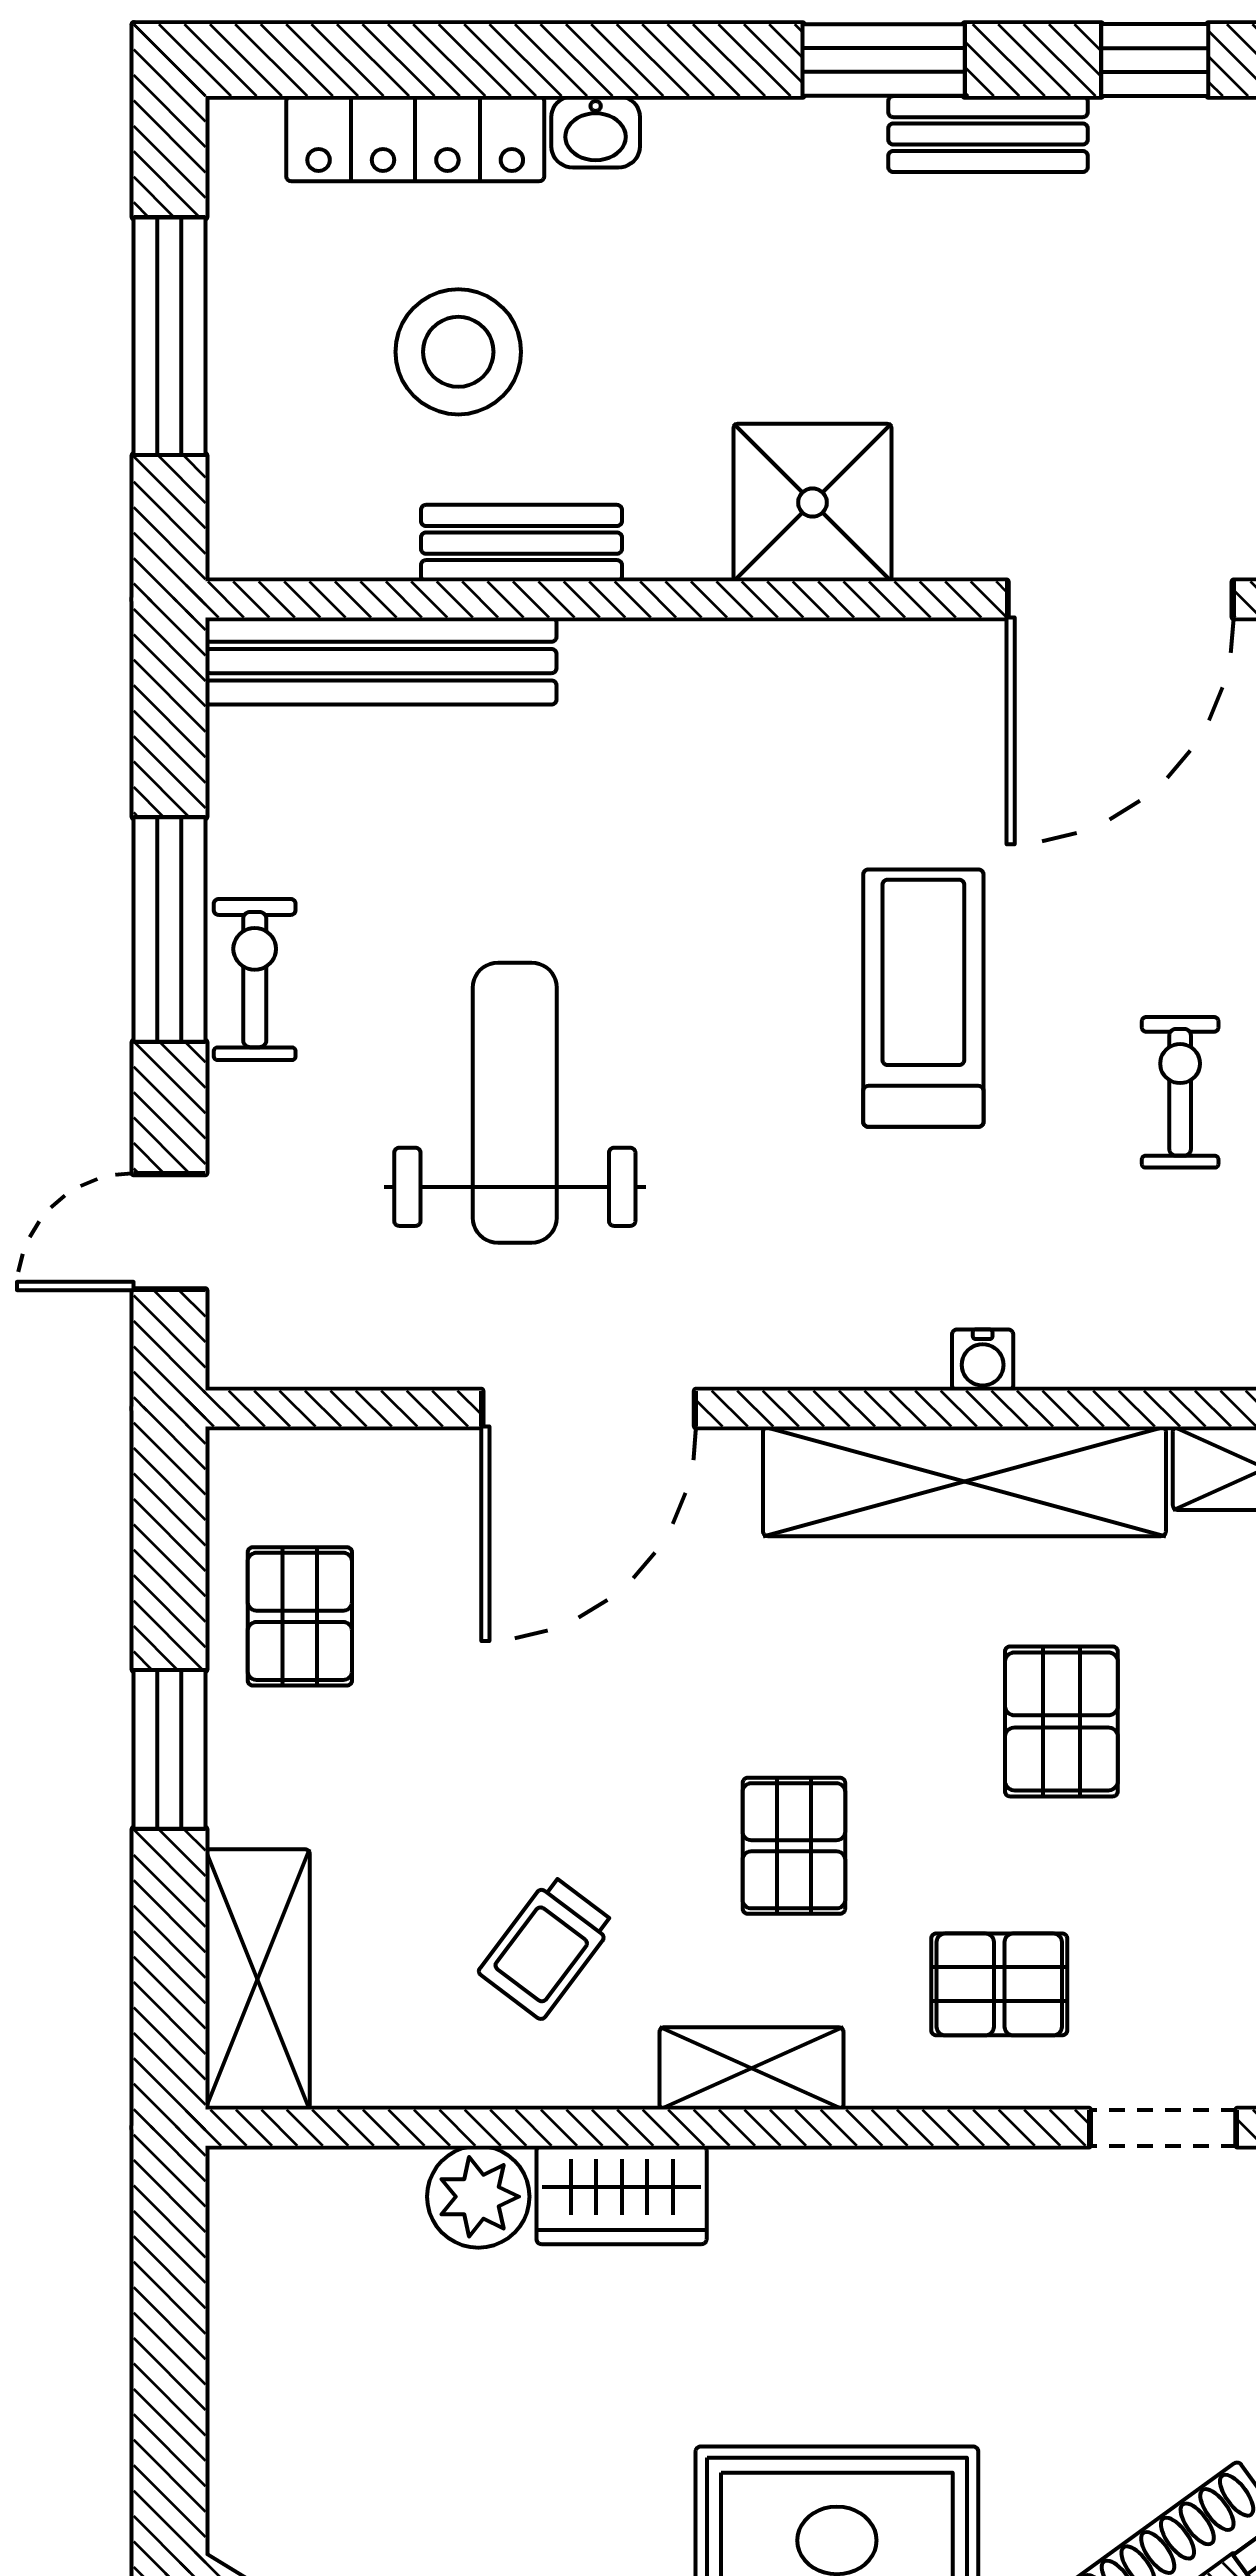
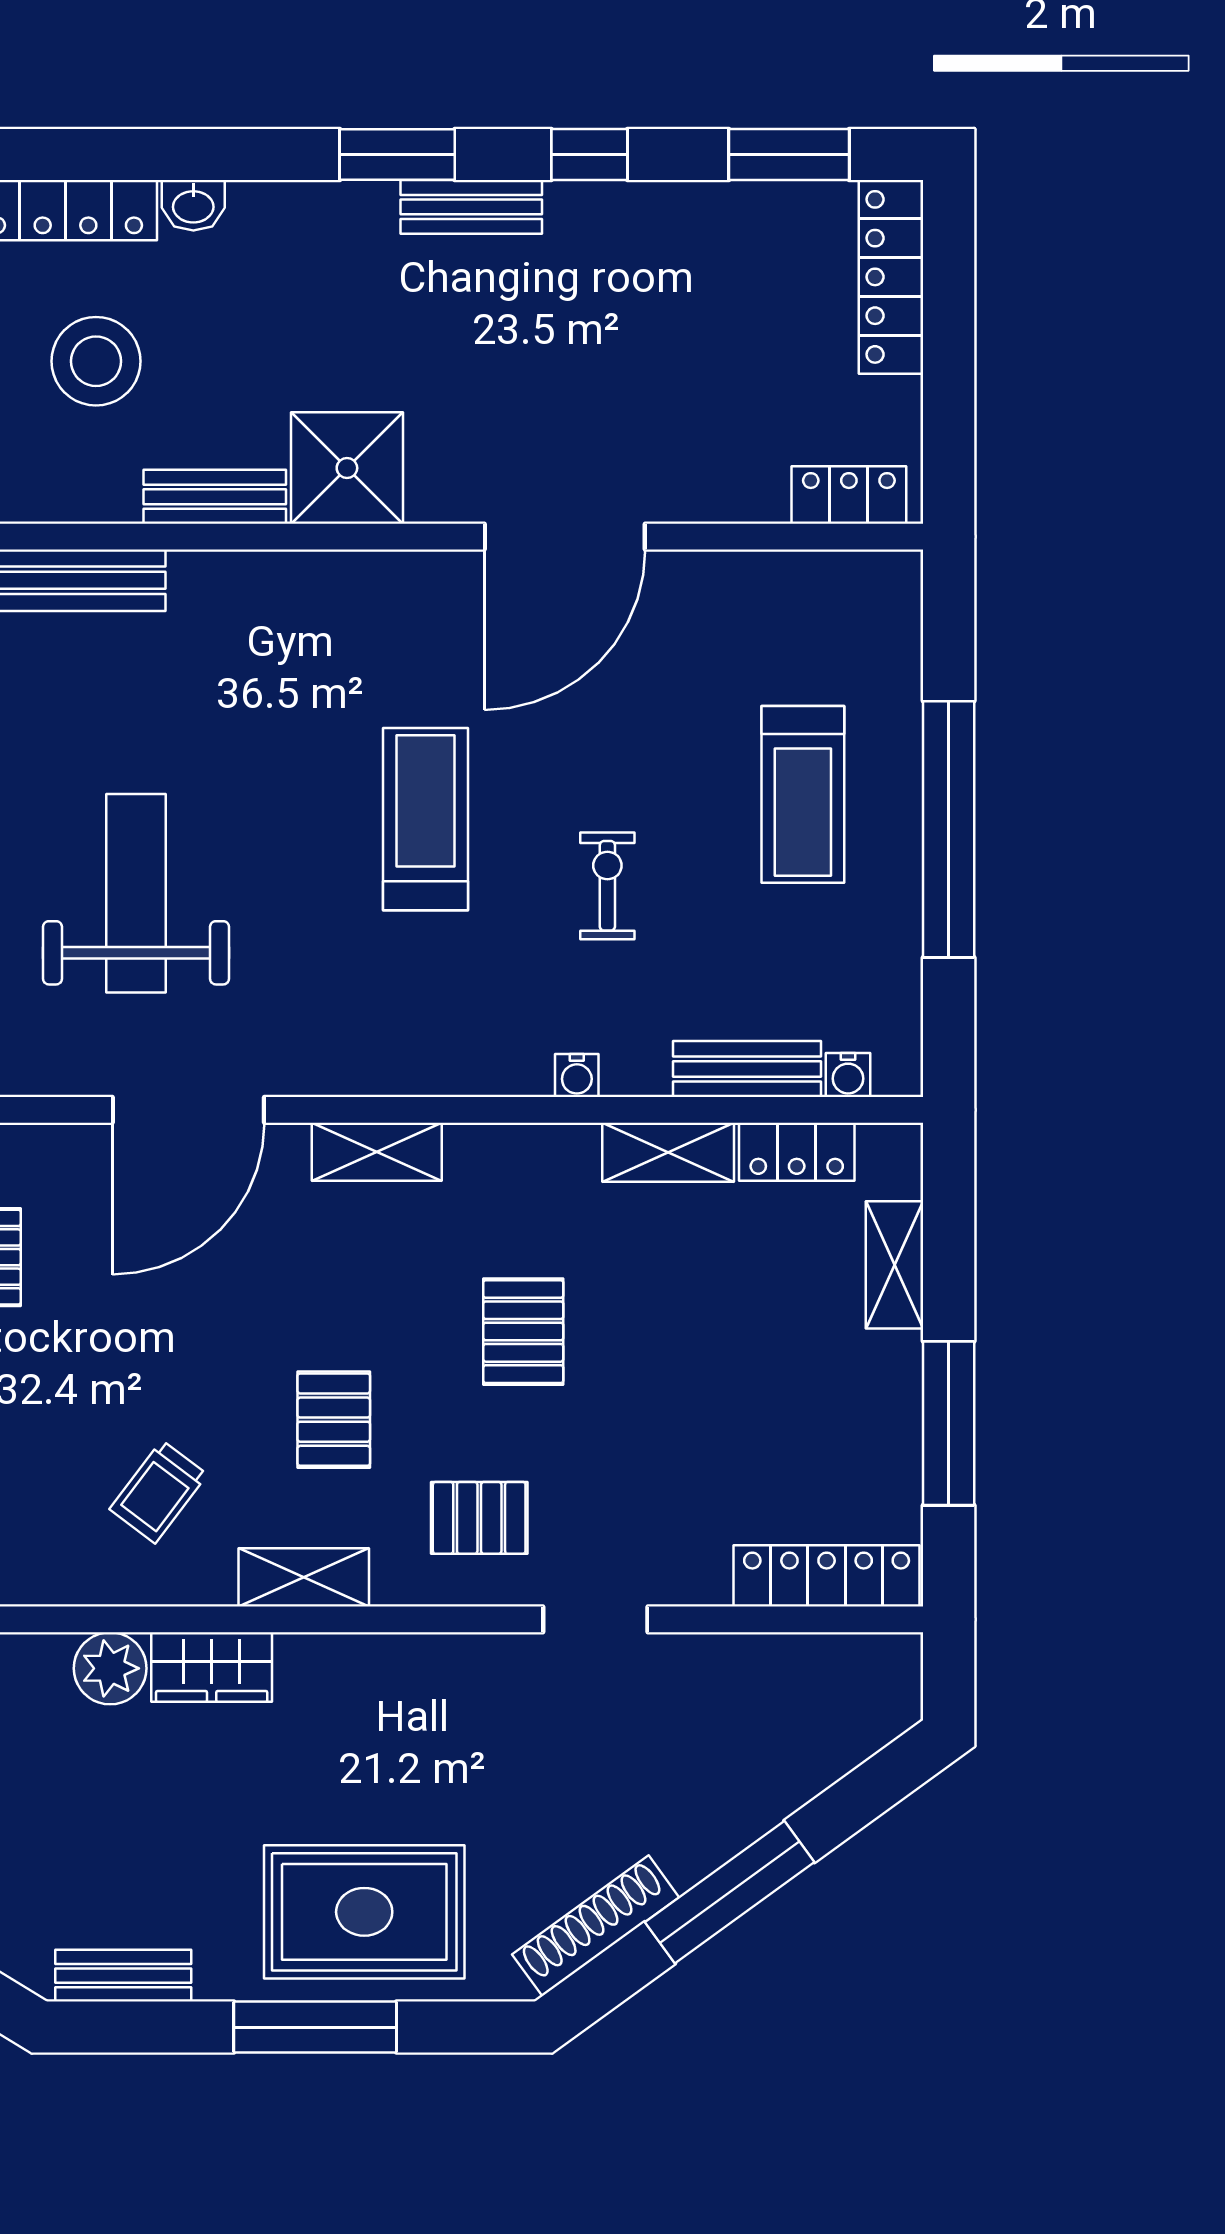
bench: (521, 543) -> (215, 497), moved
water cooler: (983, 1360) -> (577, 1075), moved
shelving: (964, 1481) -> (377, 1152), width x0.45, depth x0.75

